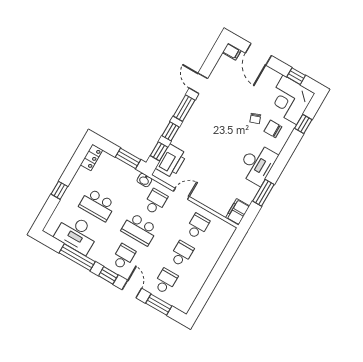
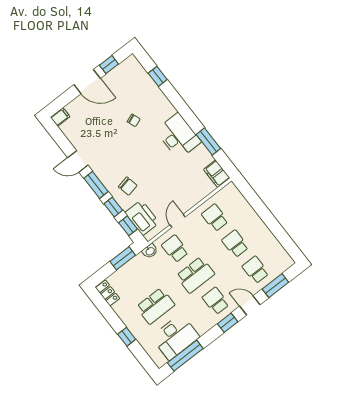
door: (258, 54) -> (87, 82), moved
corner desk: (290, 100) -> (129, 80), removed
chair: (273, 129) -> (128, 186), moved, turned -102
window: (77, 257) -> (185, 356), moved

